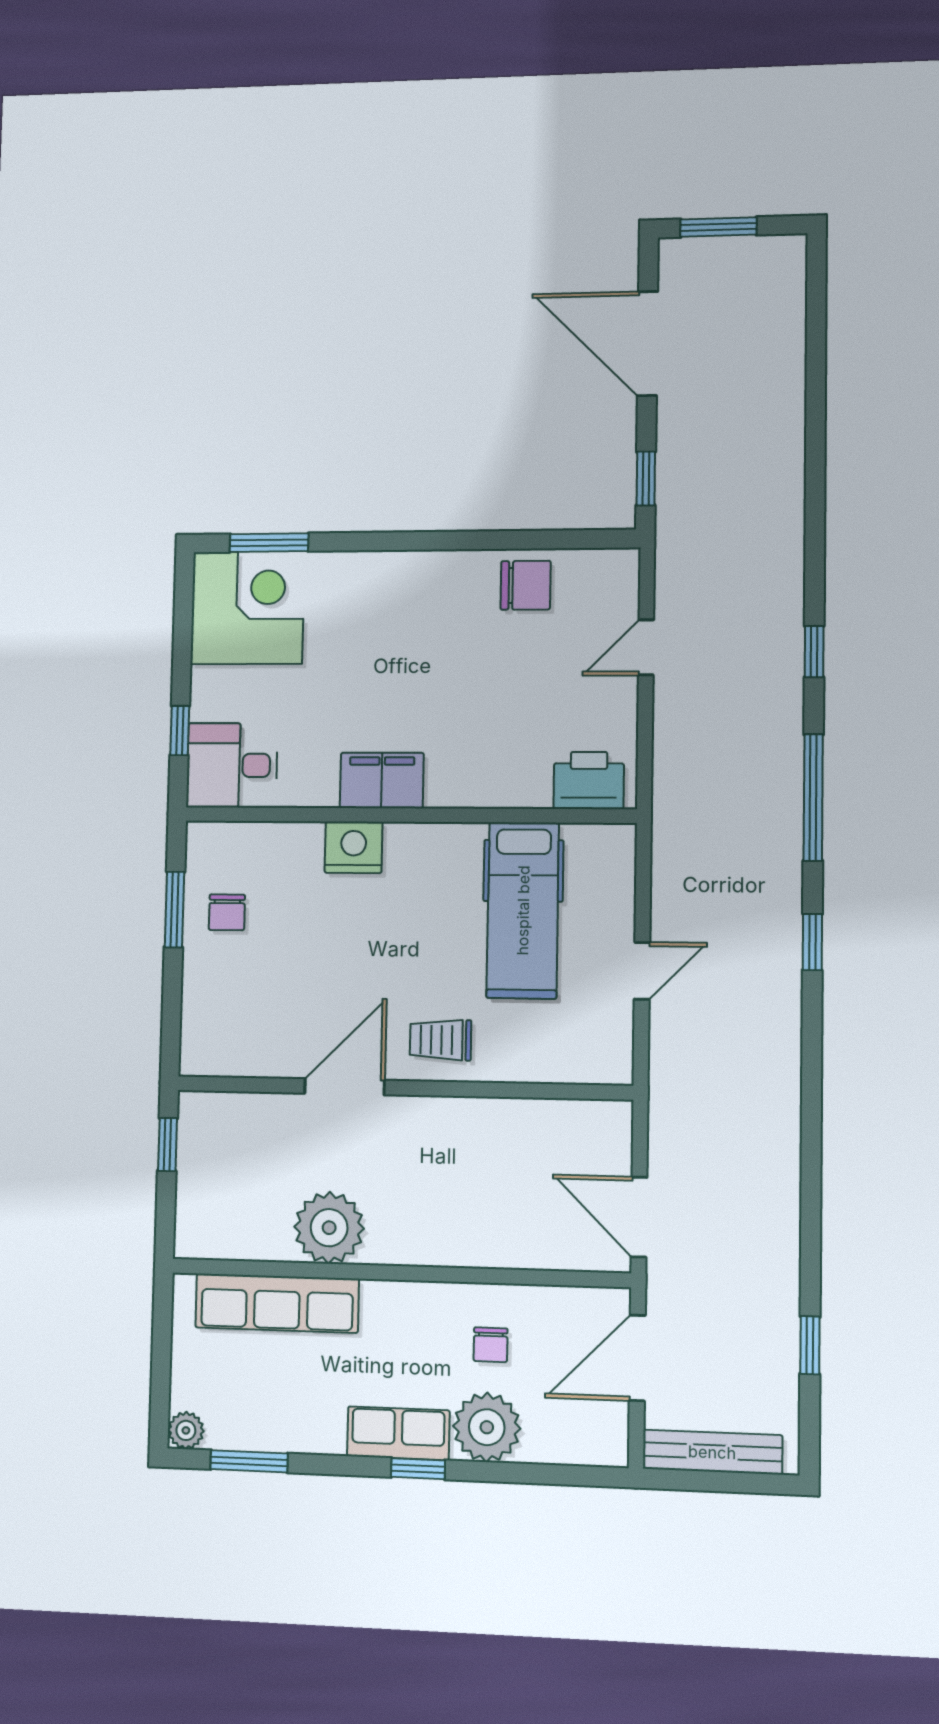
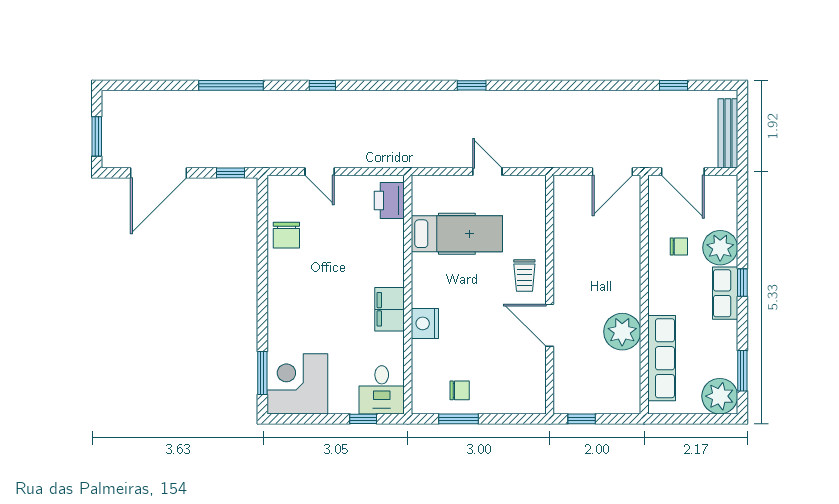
chair: (525, 585) -> (286, 235), turned 180
window: (813, 797) -> (231, 85), moved
plant: (186, 1430) -> (720, 396), width x1.87, depth x1.87

